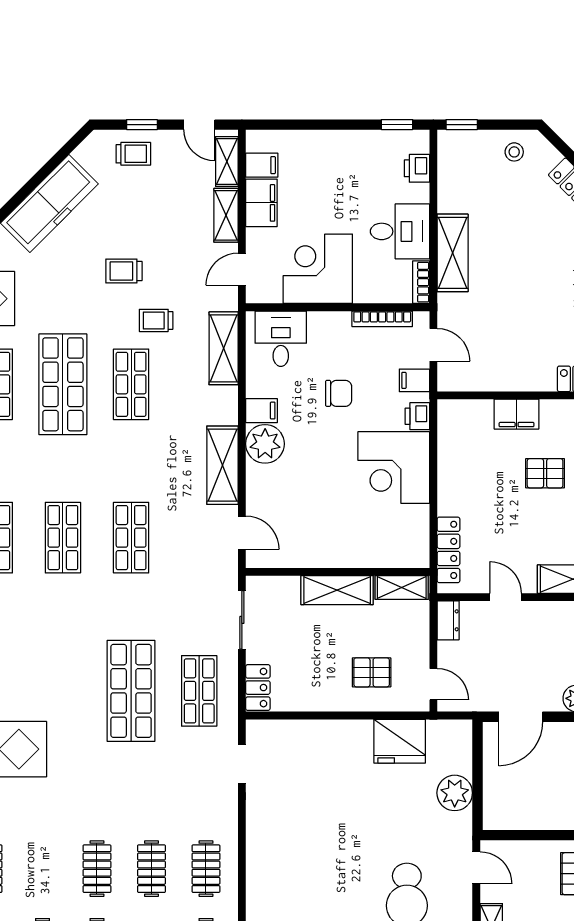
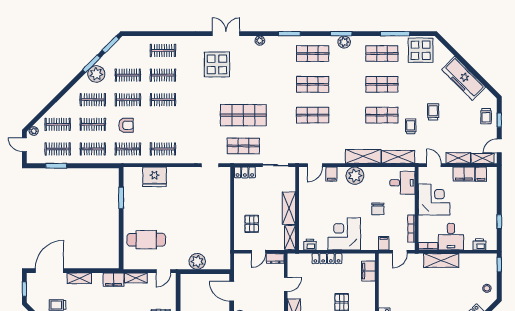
window: (397, 125) -> (499, 222), moved
shop shelf: (63, 384) -> (382, 84), width x0.70, depth x0.74
filing cabinet: (262, 411) -> (331, 174), moved
filing cabinet: (517, 414) -> (368, 271), moved
printer: (417, 416) -> (310, 245), moved
shelving: (222, 465) -> (363, 156), moved
locker: (448, 550) -> (327, 259), moved
door: (433, 684) -> (258, 252), moved
fridge: (400, 741) -> (155, 177), moved, turned -90
clothes rail: (151, 869) -> (163, 75), moved

